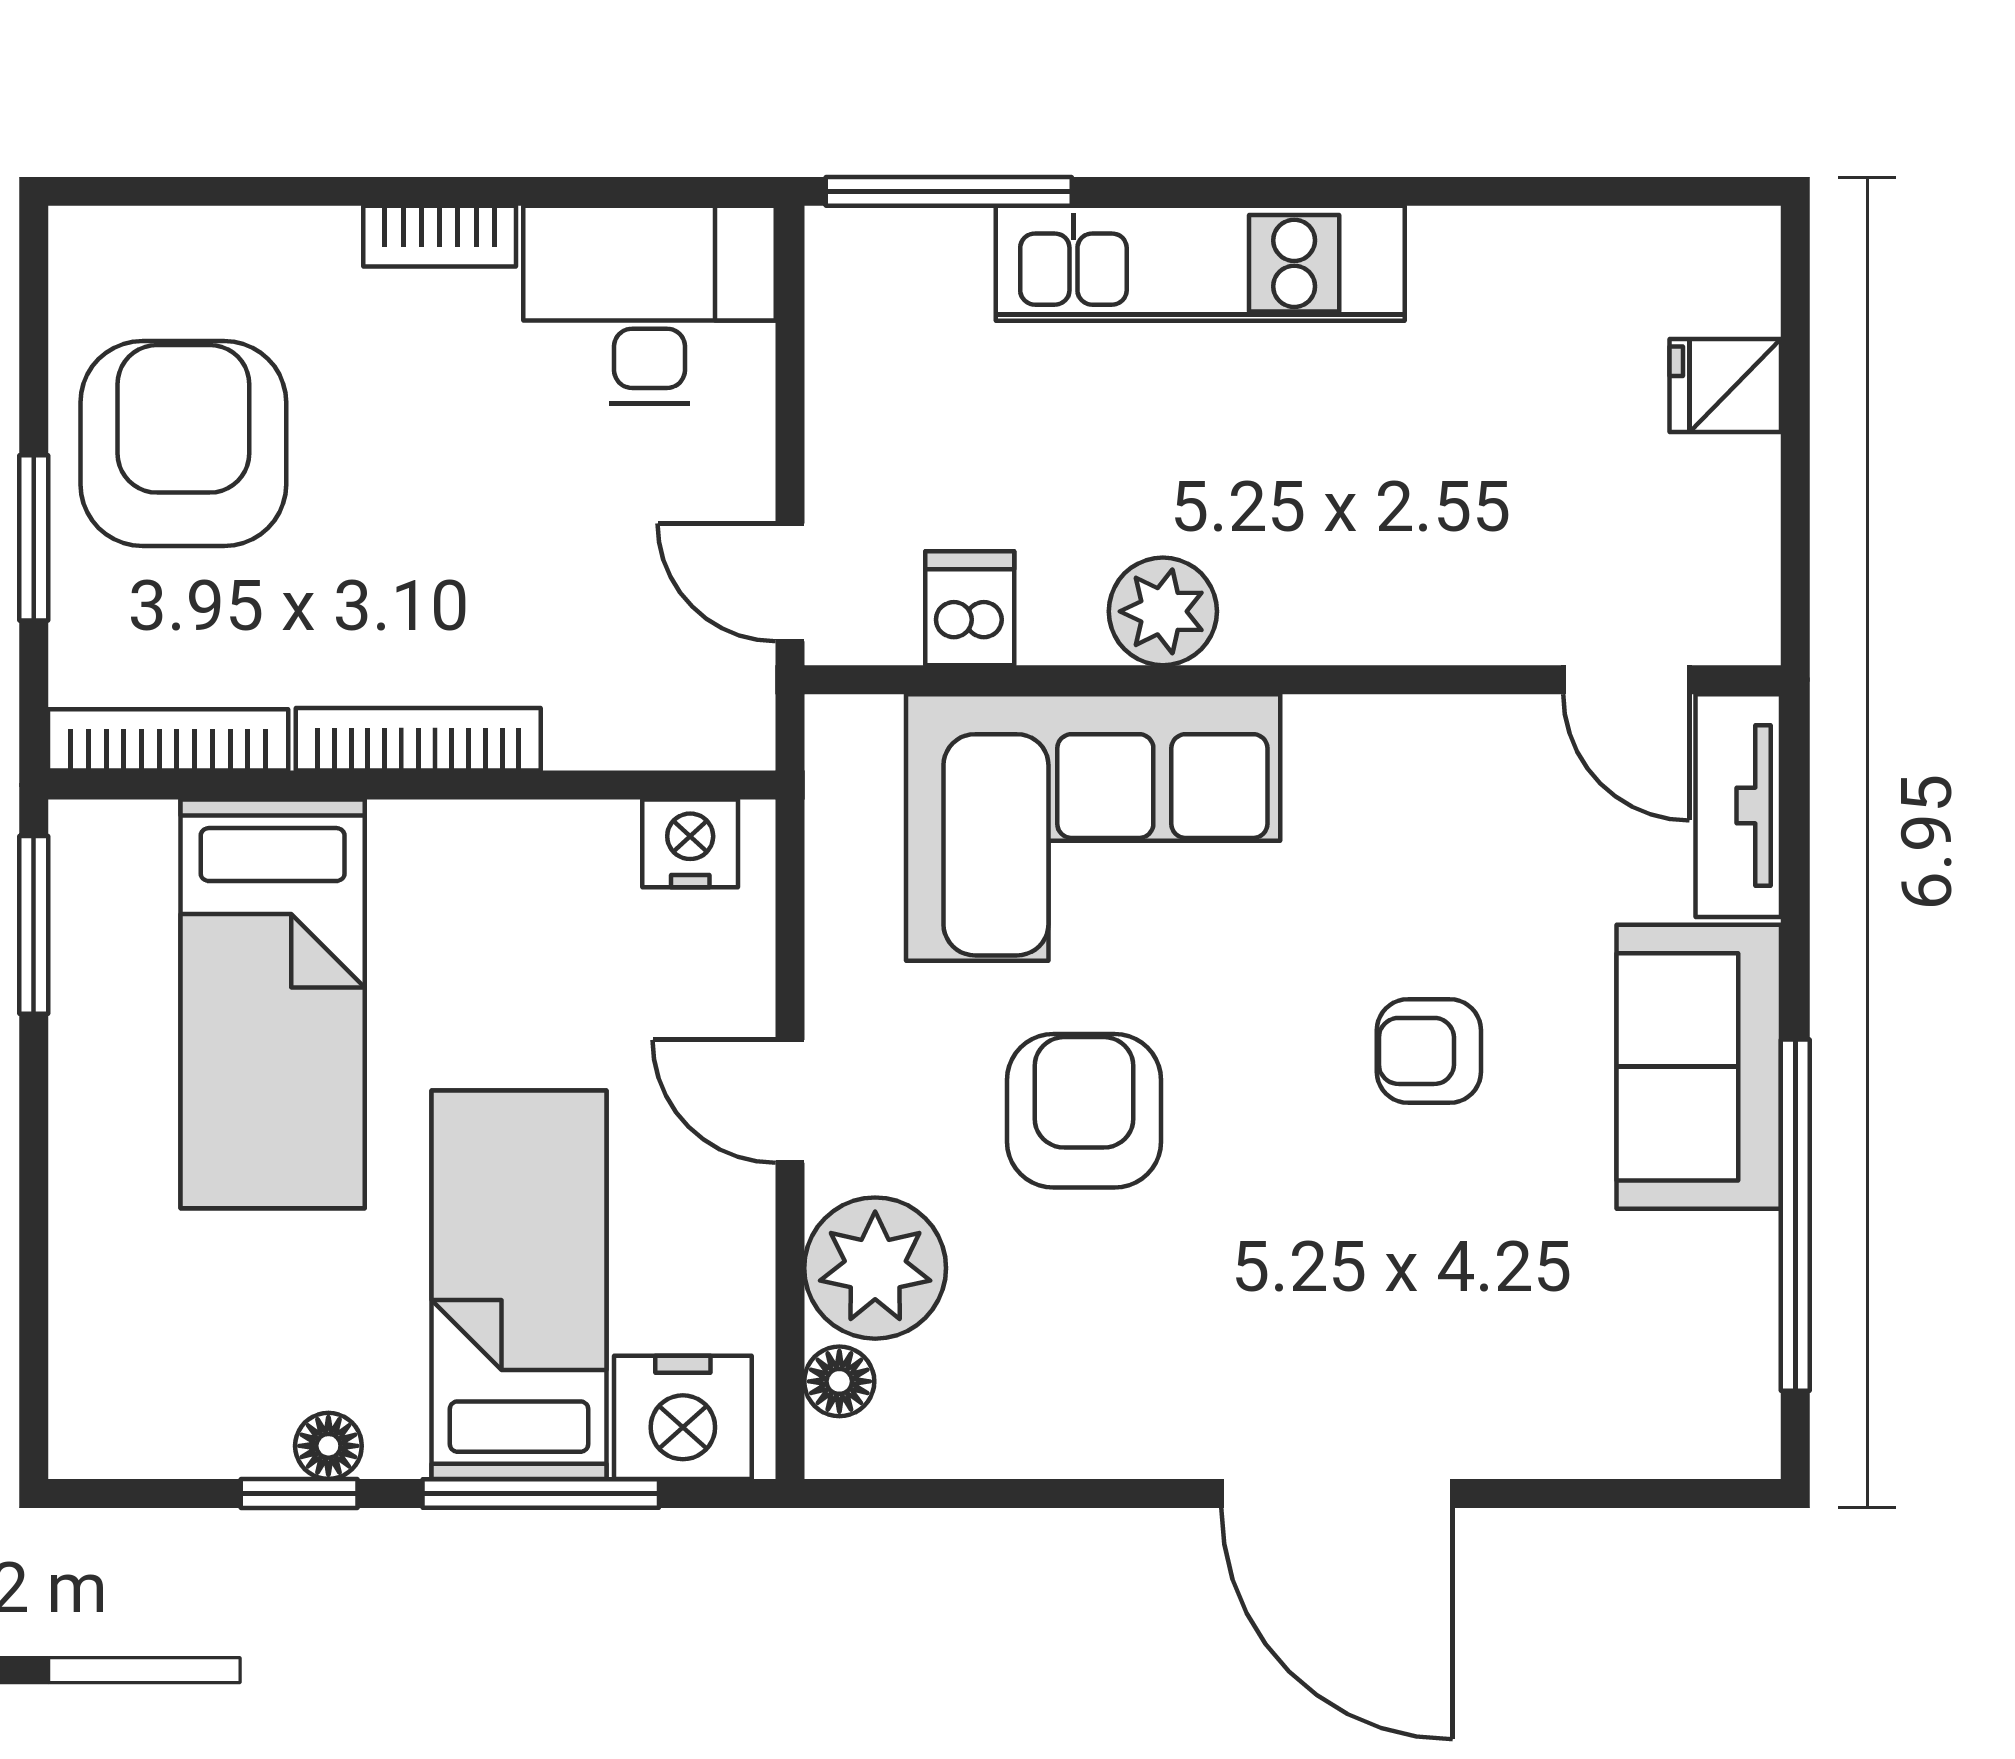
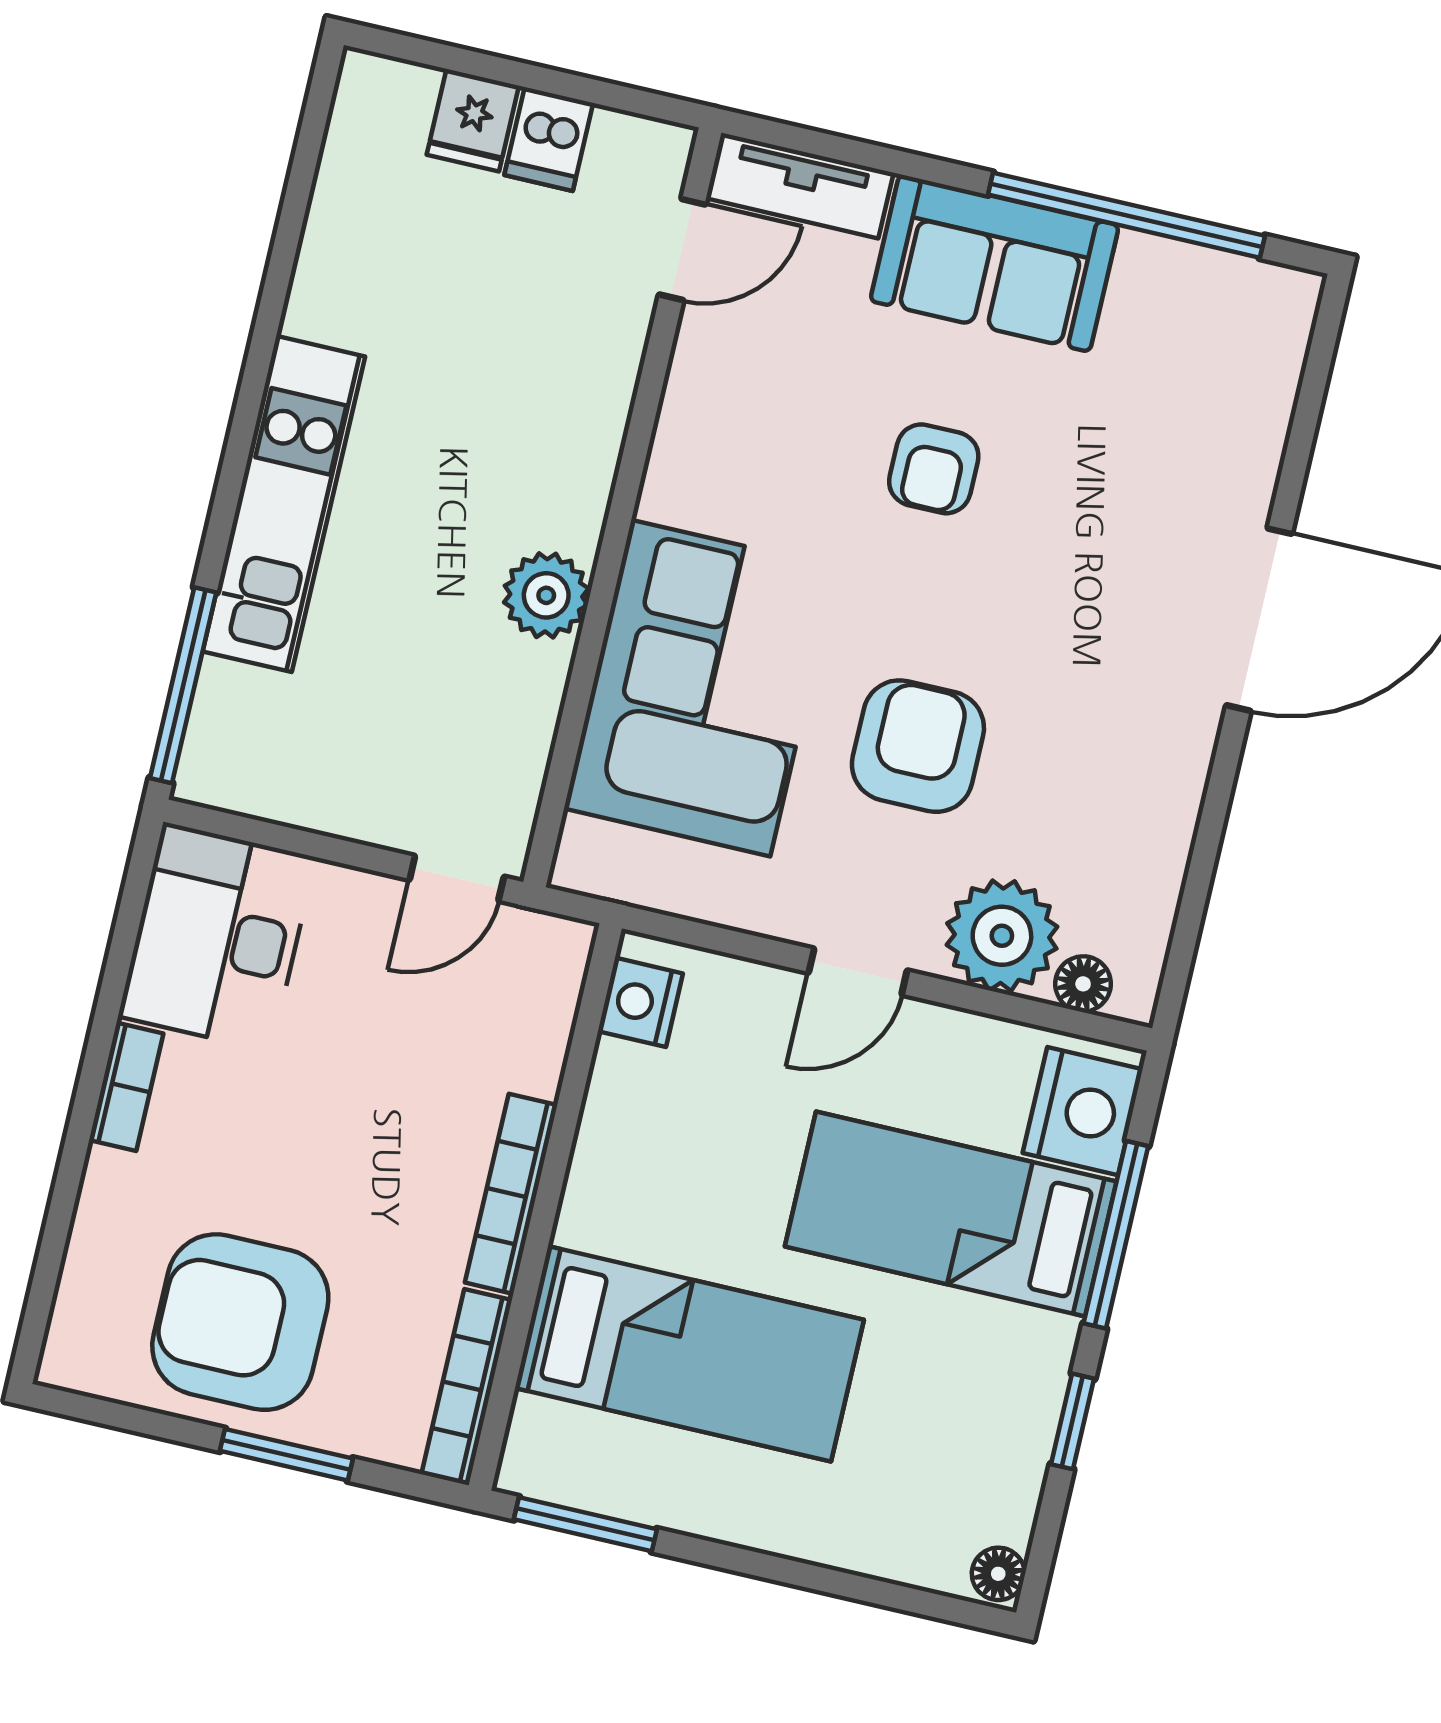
dishwasher: (970, 608) -> (549, 139), moved, turned -90
armchair: (1084, 1111) -> (918, 746), turned 90
floor lamp: (328, 1446) -> (998, 1574), moved

